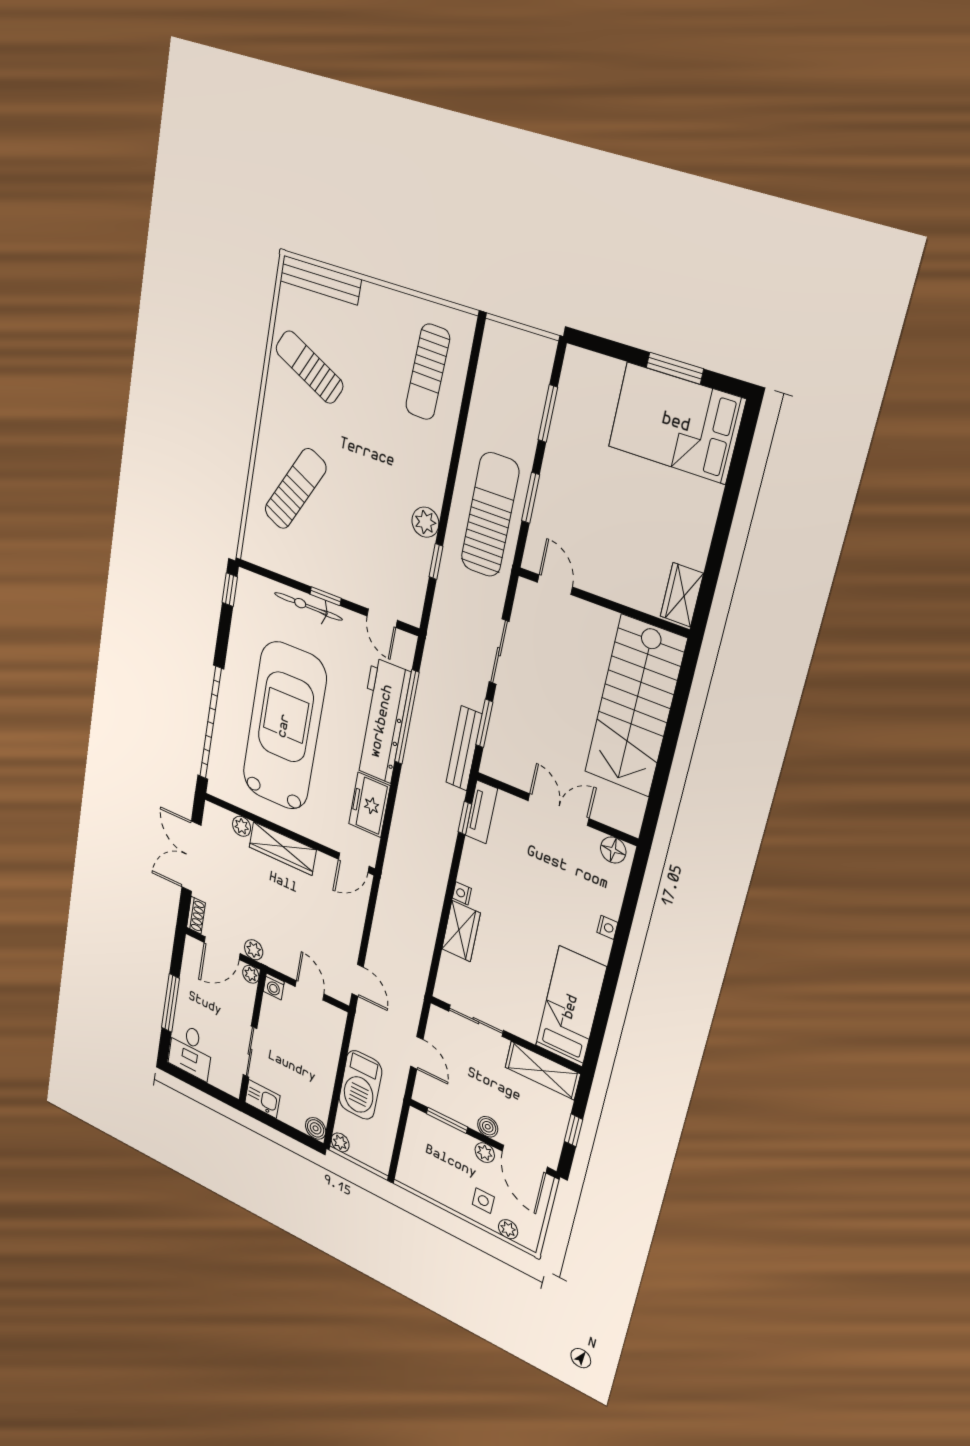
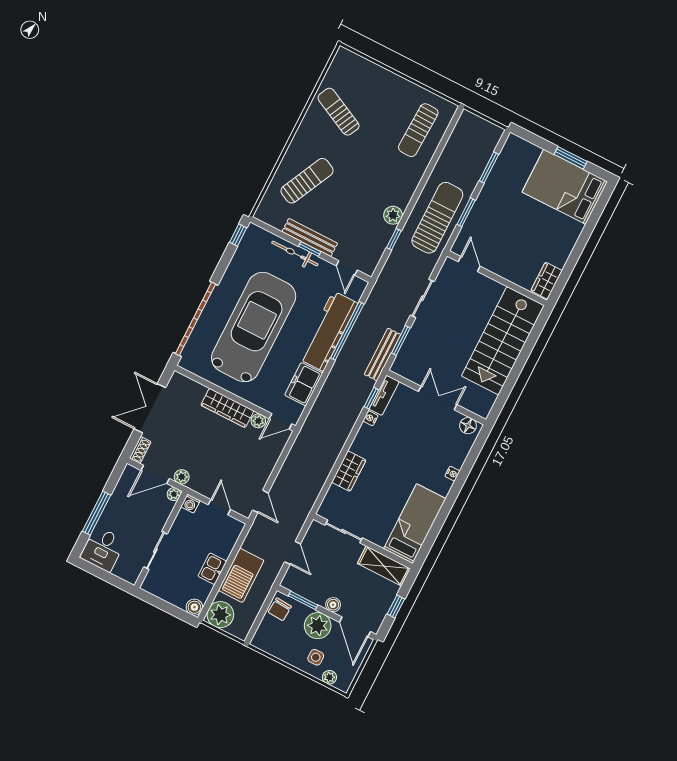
bench: (320, 280) -> (310, 237), moved
plant: (242, 826) -> (258, 421), moved
nightstand: (462, 893) -> (370, 418), moved
kitchen sink: (262, 1099) -> (212, 569), moved, turned -90
chair: (421, 1132) -> (280, 609), added
plant: (340, 1142) -> (220, 615), width x1.88, depth x1.88
plant: (485, 1153) -> (318, 626), width x1.88, depth x1.88

